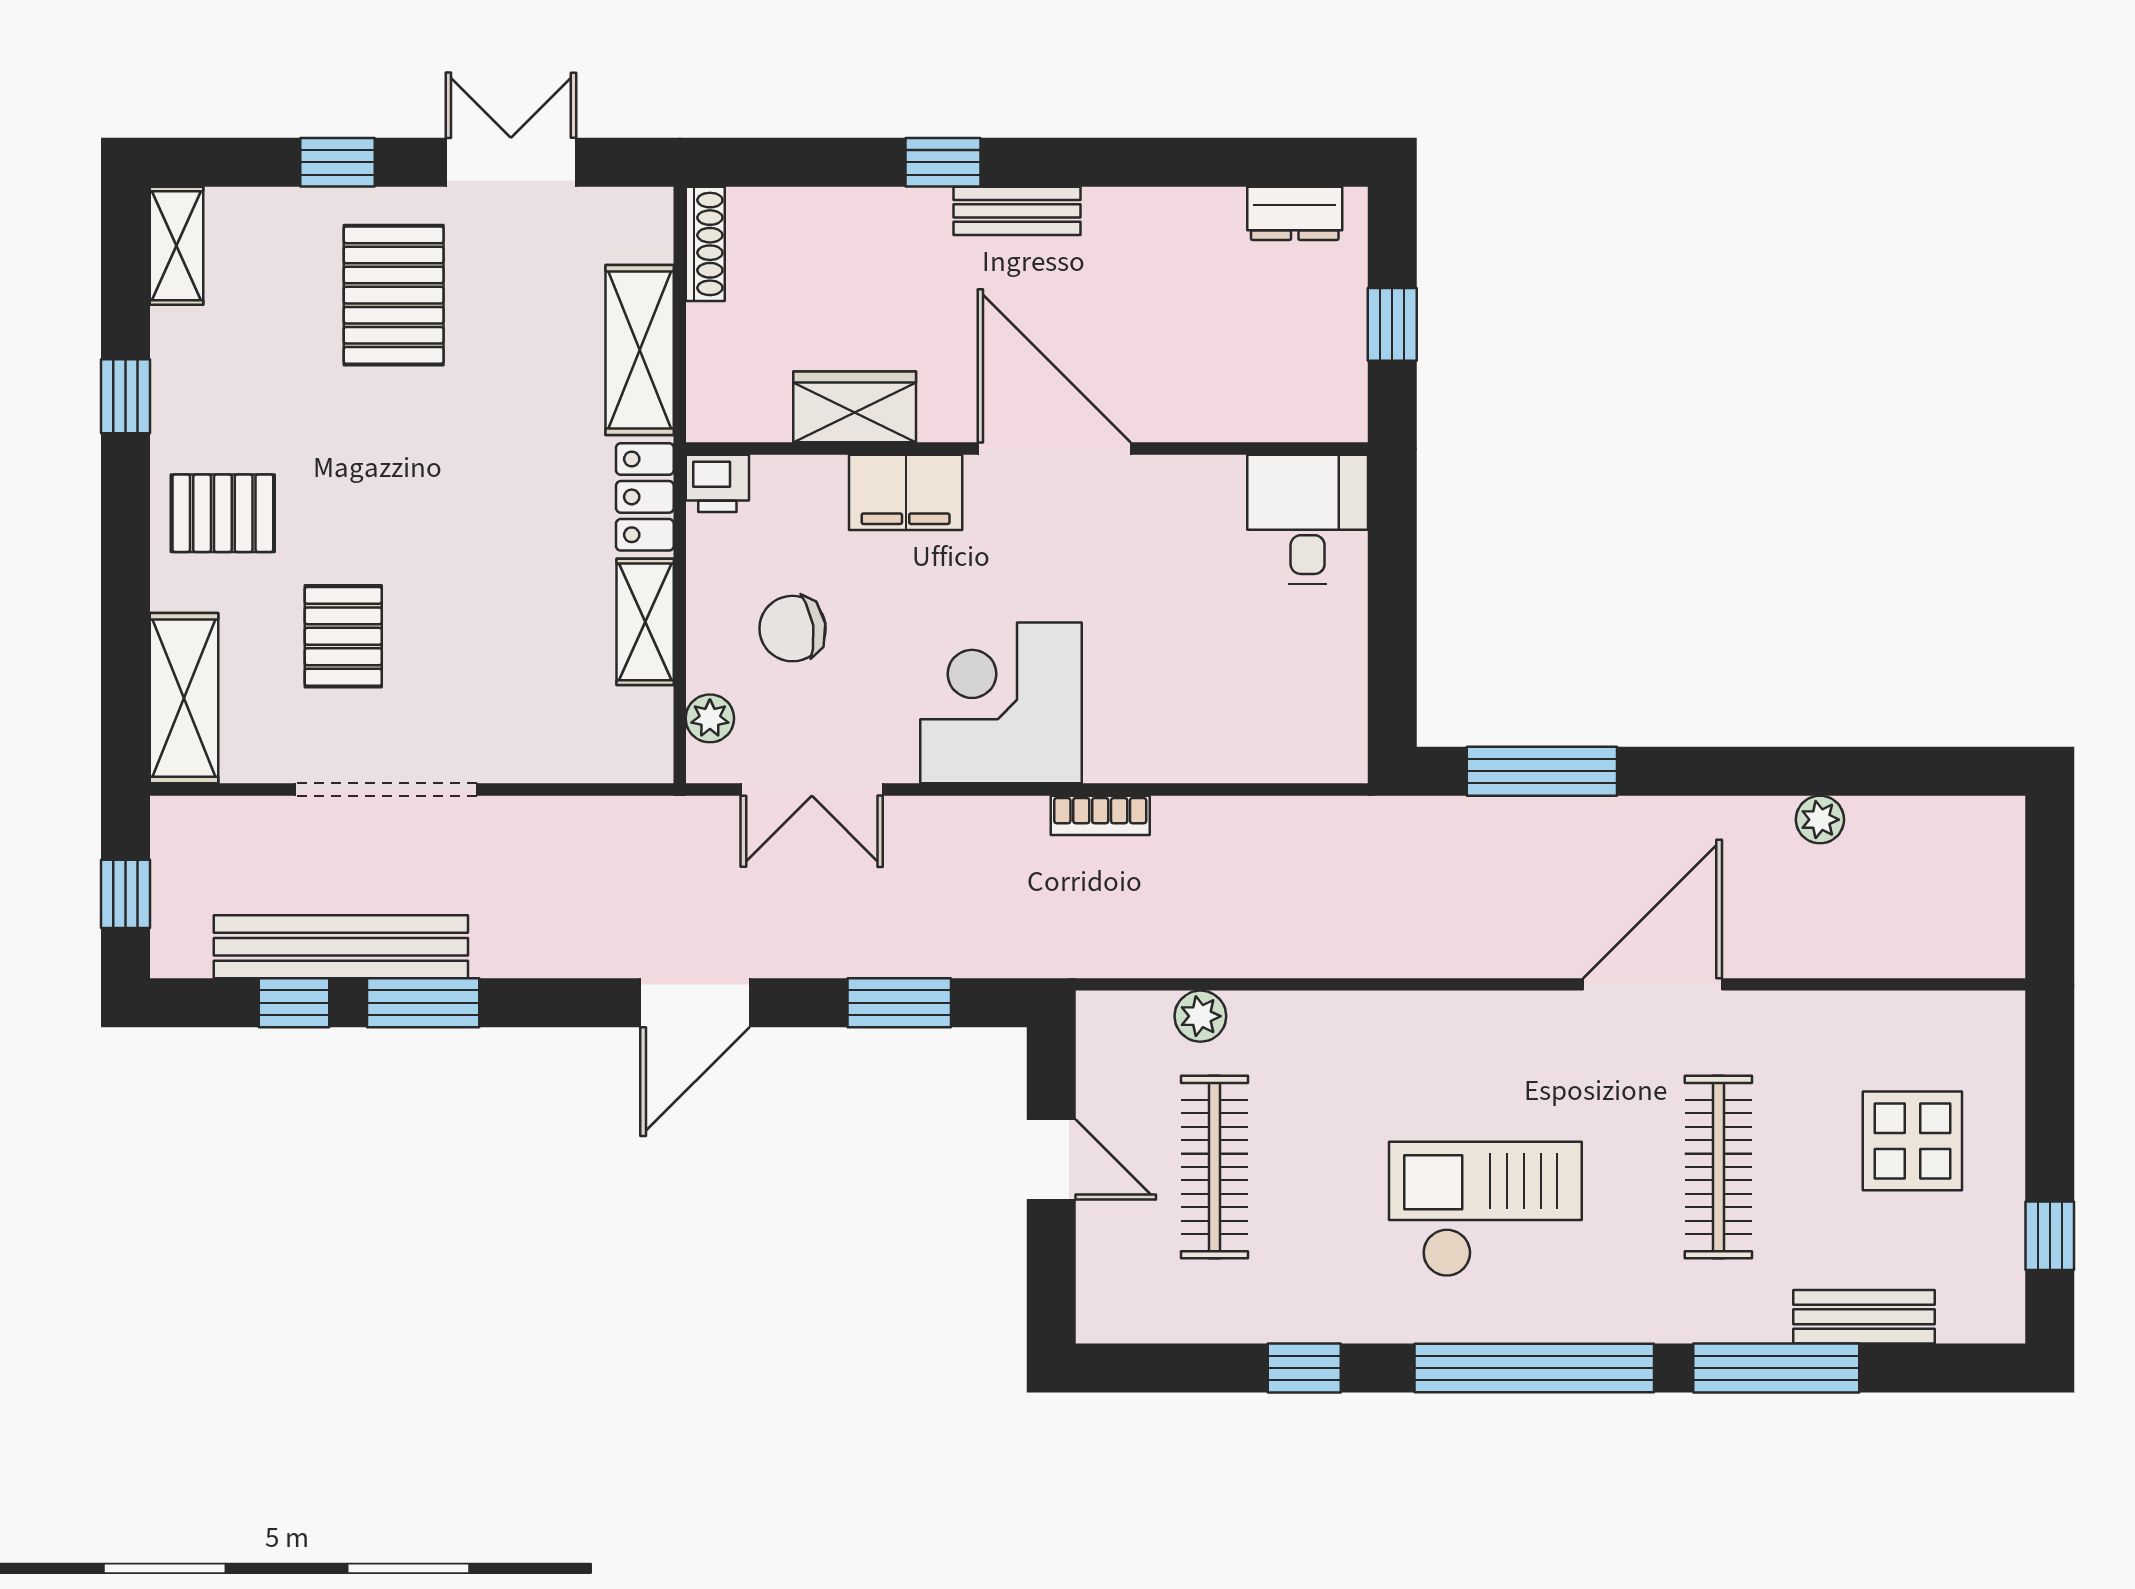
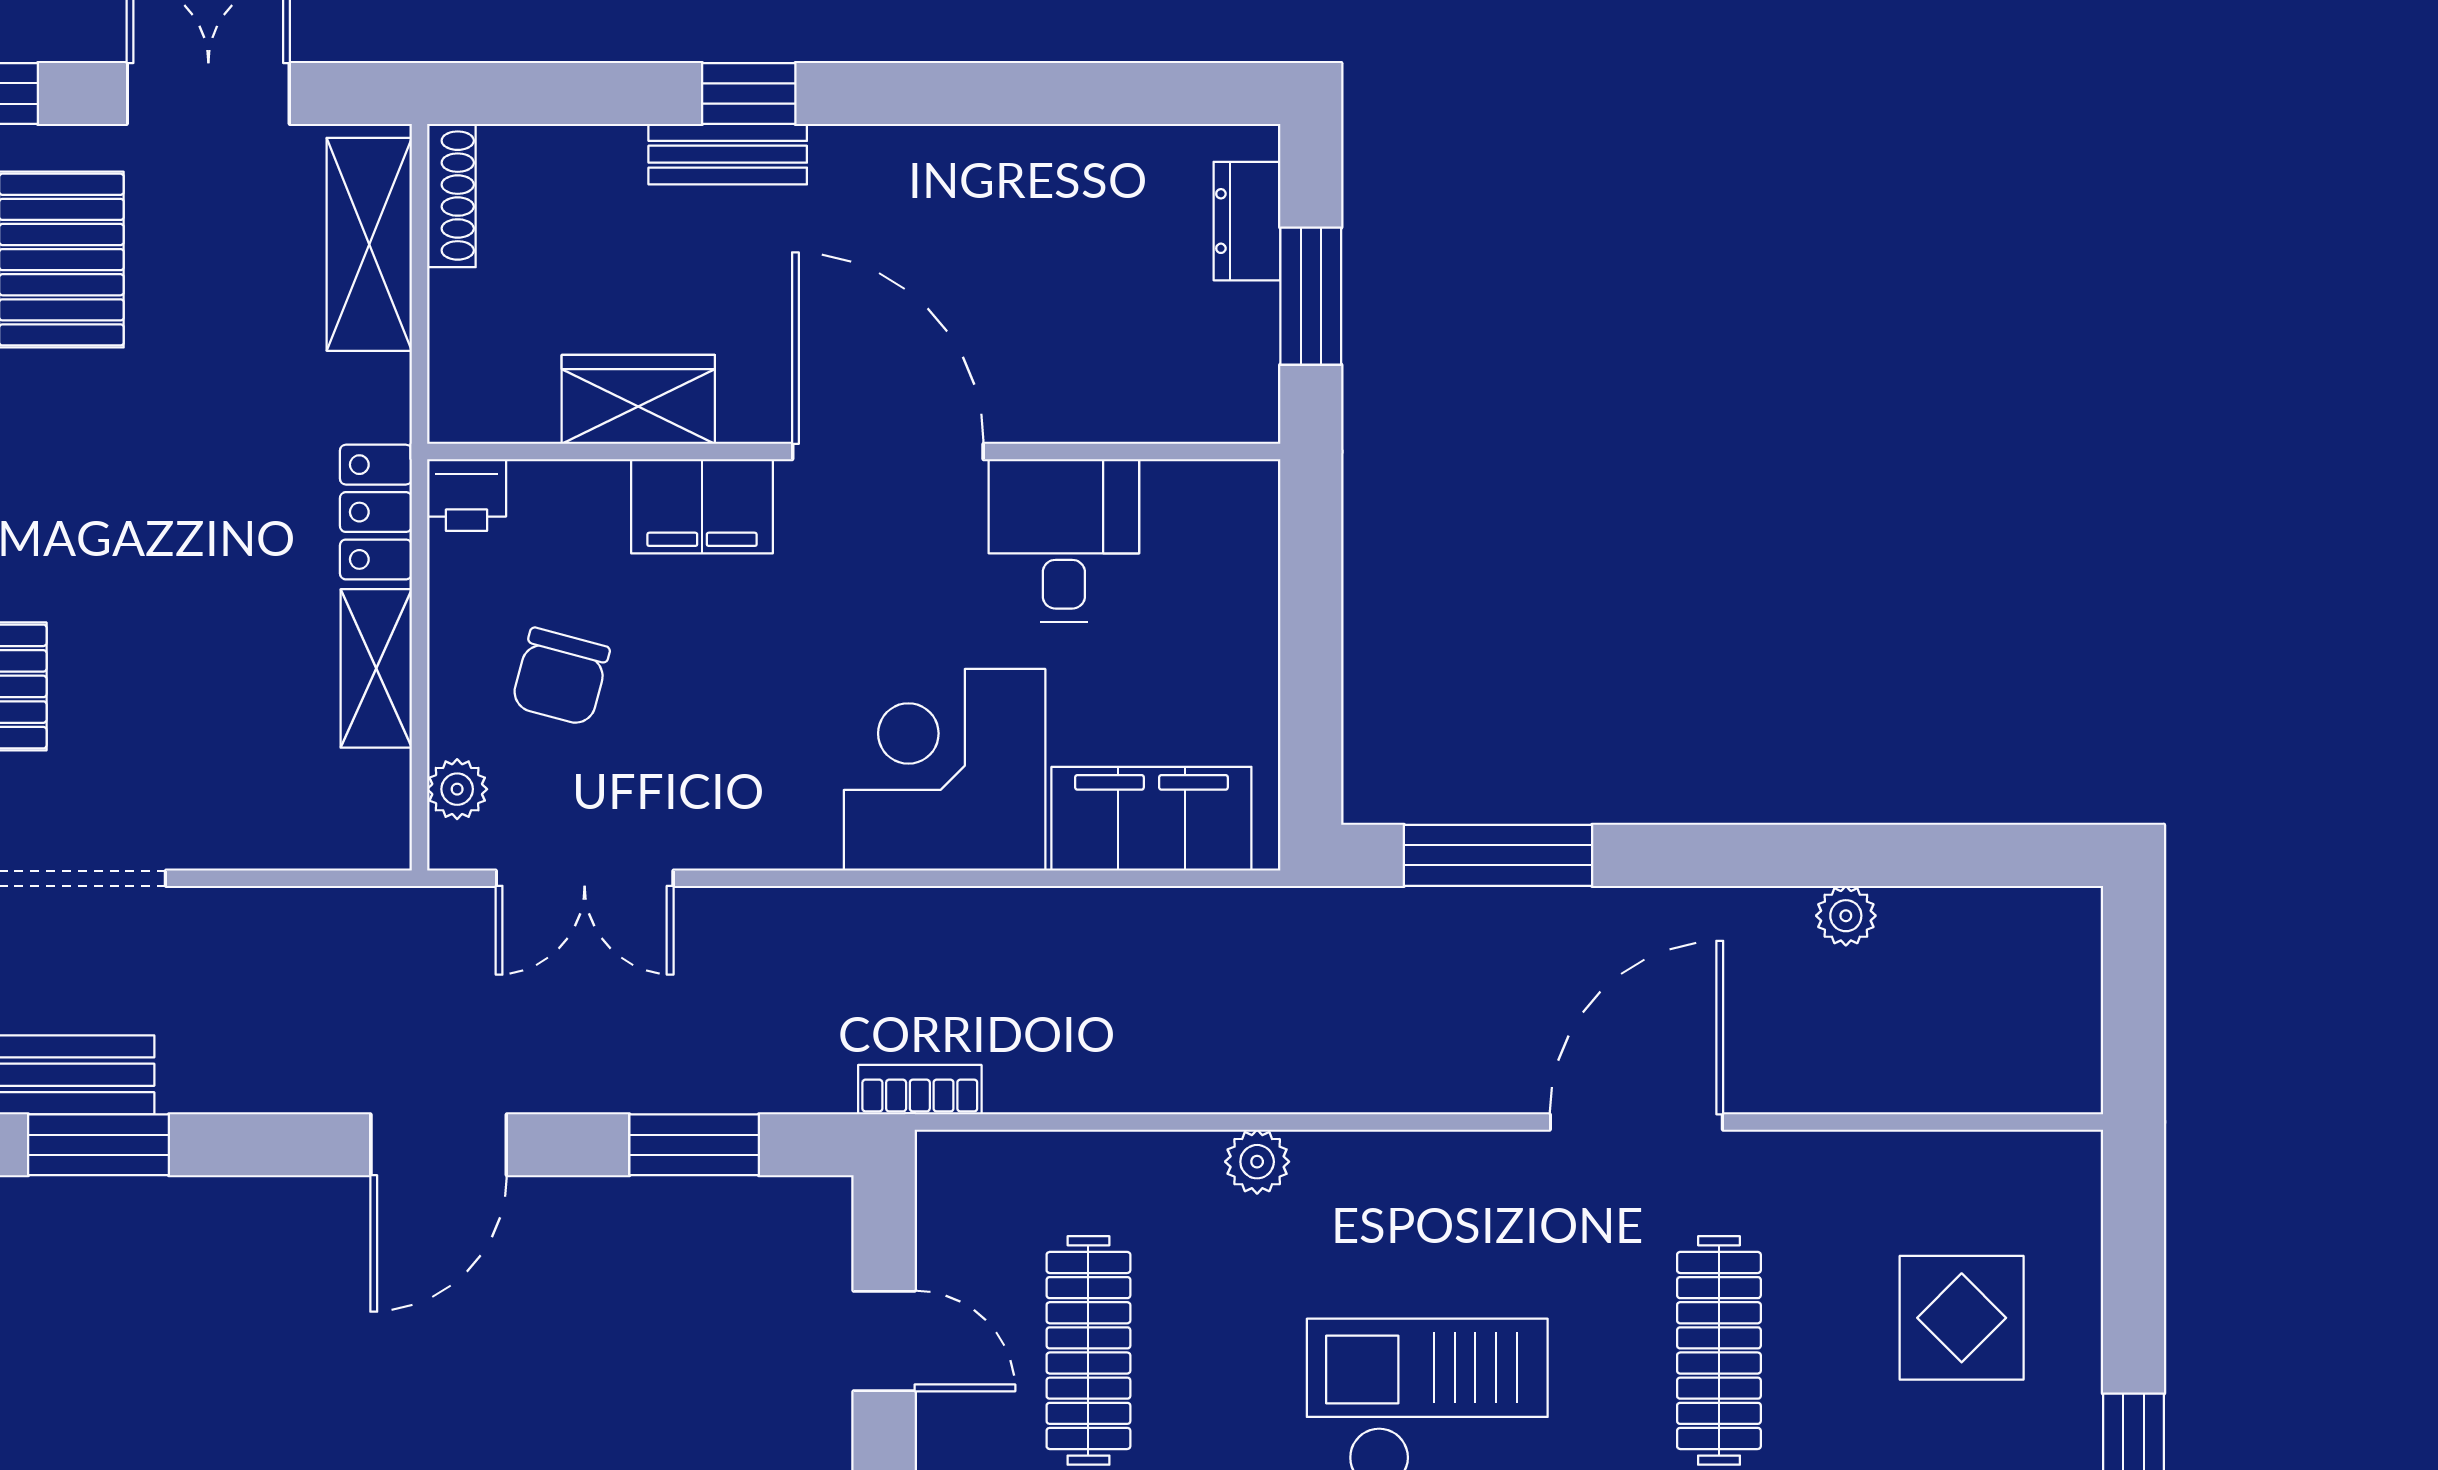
bench: (1017, 211) -> (728, 154), moved
dresser: (1295, 213) -> (1247, 221), moved, turned 90
window: (1392, 324) -> (1311, 296), width x1.50
shelving: (640, 350) -> (369, 244), moved
desk: (1308, 520) -> (1064, 540), moved
chair: (792, 629) -> (561, 677), turned -66
corner desk: (1001, 703) -> (945, 770), moved
filing cabinet: (1265, 742) -> (1151, 819), added
bookcase: (1100, 815) -> (920, 1090), moved, turned 180
plant: (1200, 1016) -> (1257, 1162), moved

